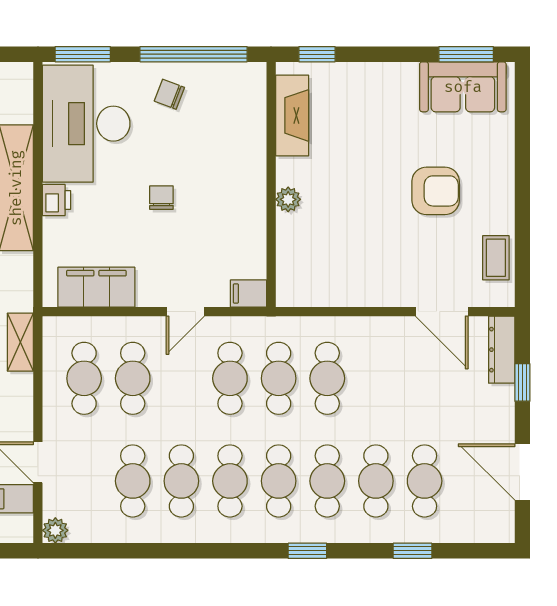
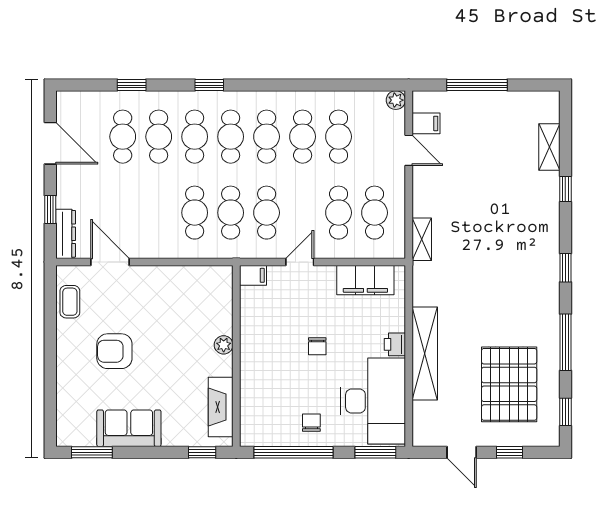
sofa: (463, 87) -> (129, 428), moved
chair: (169, 94) -> (311, 423), turned -111

